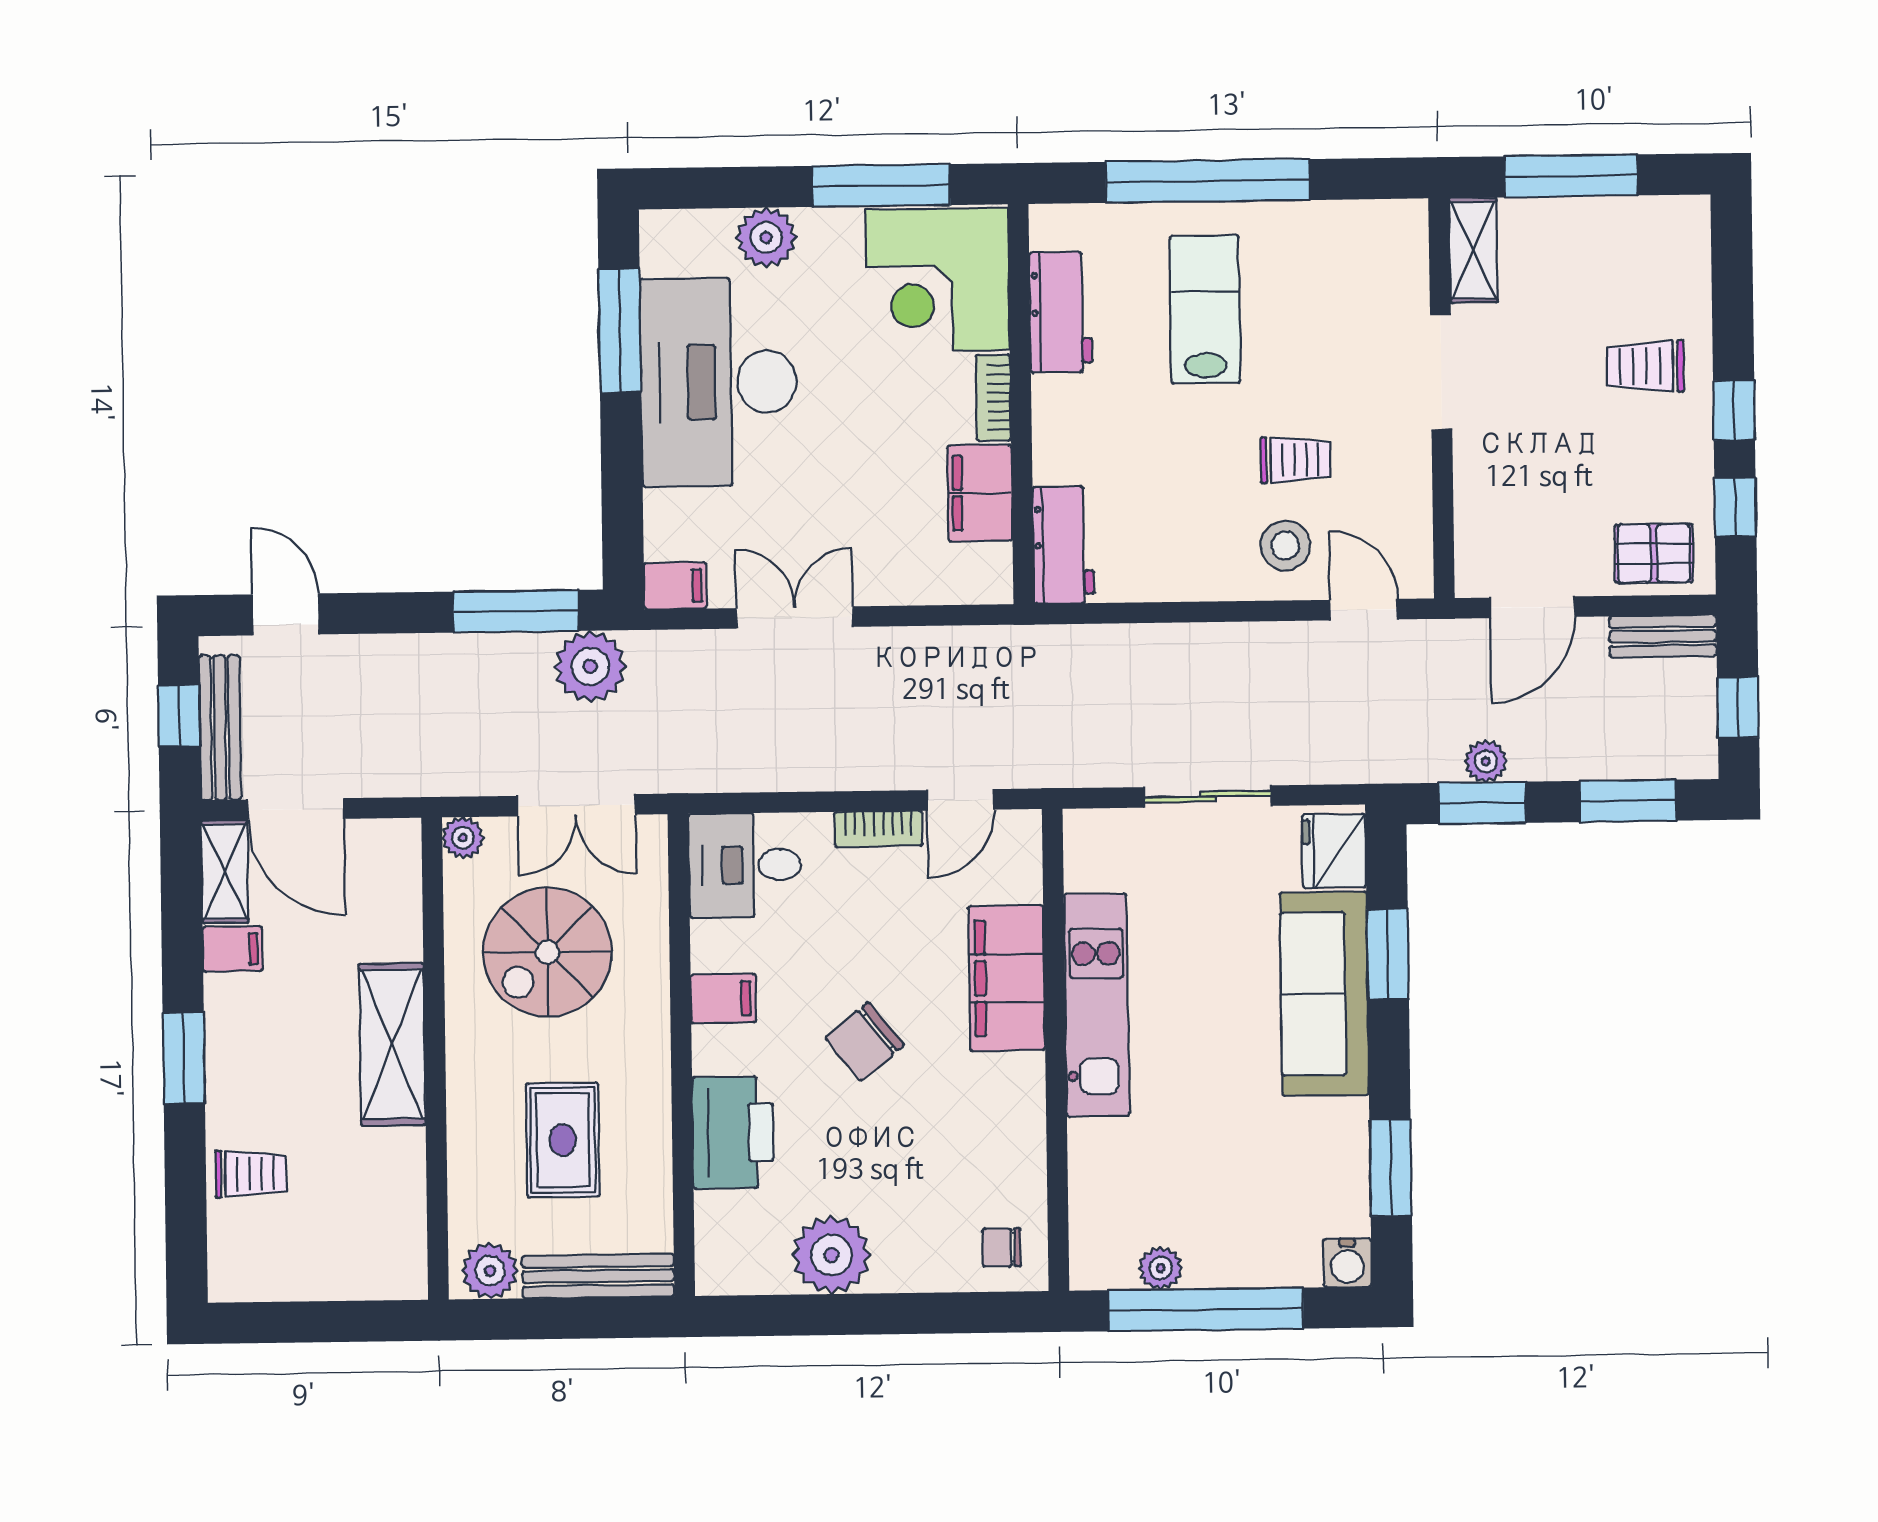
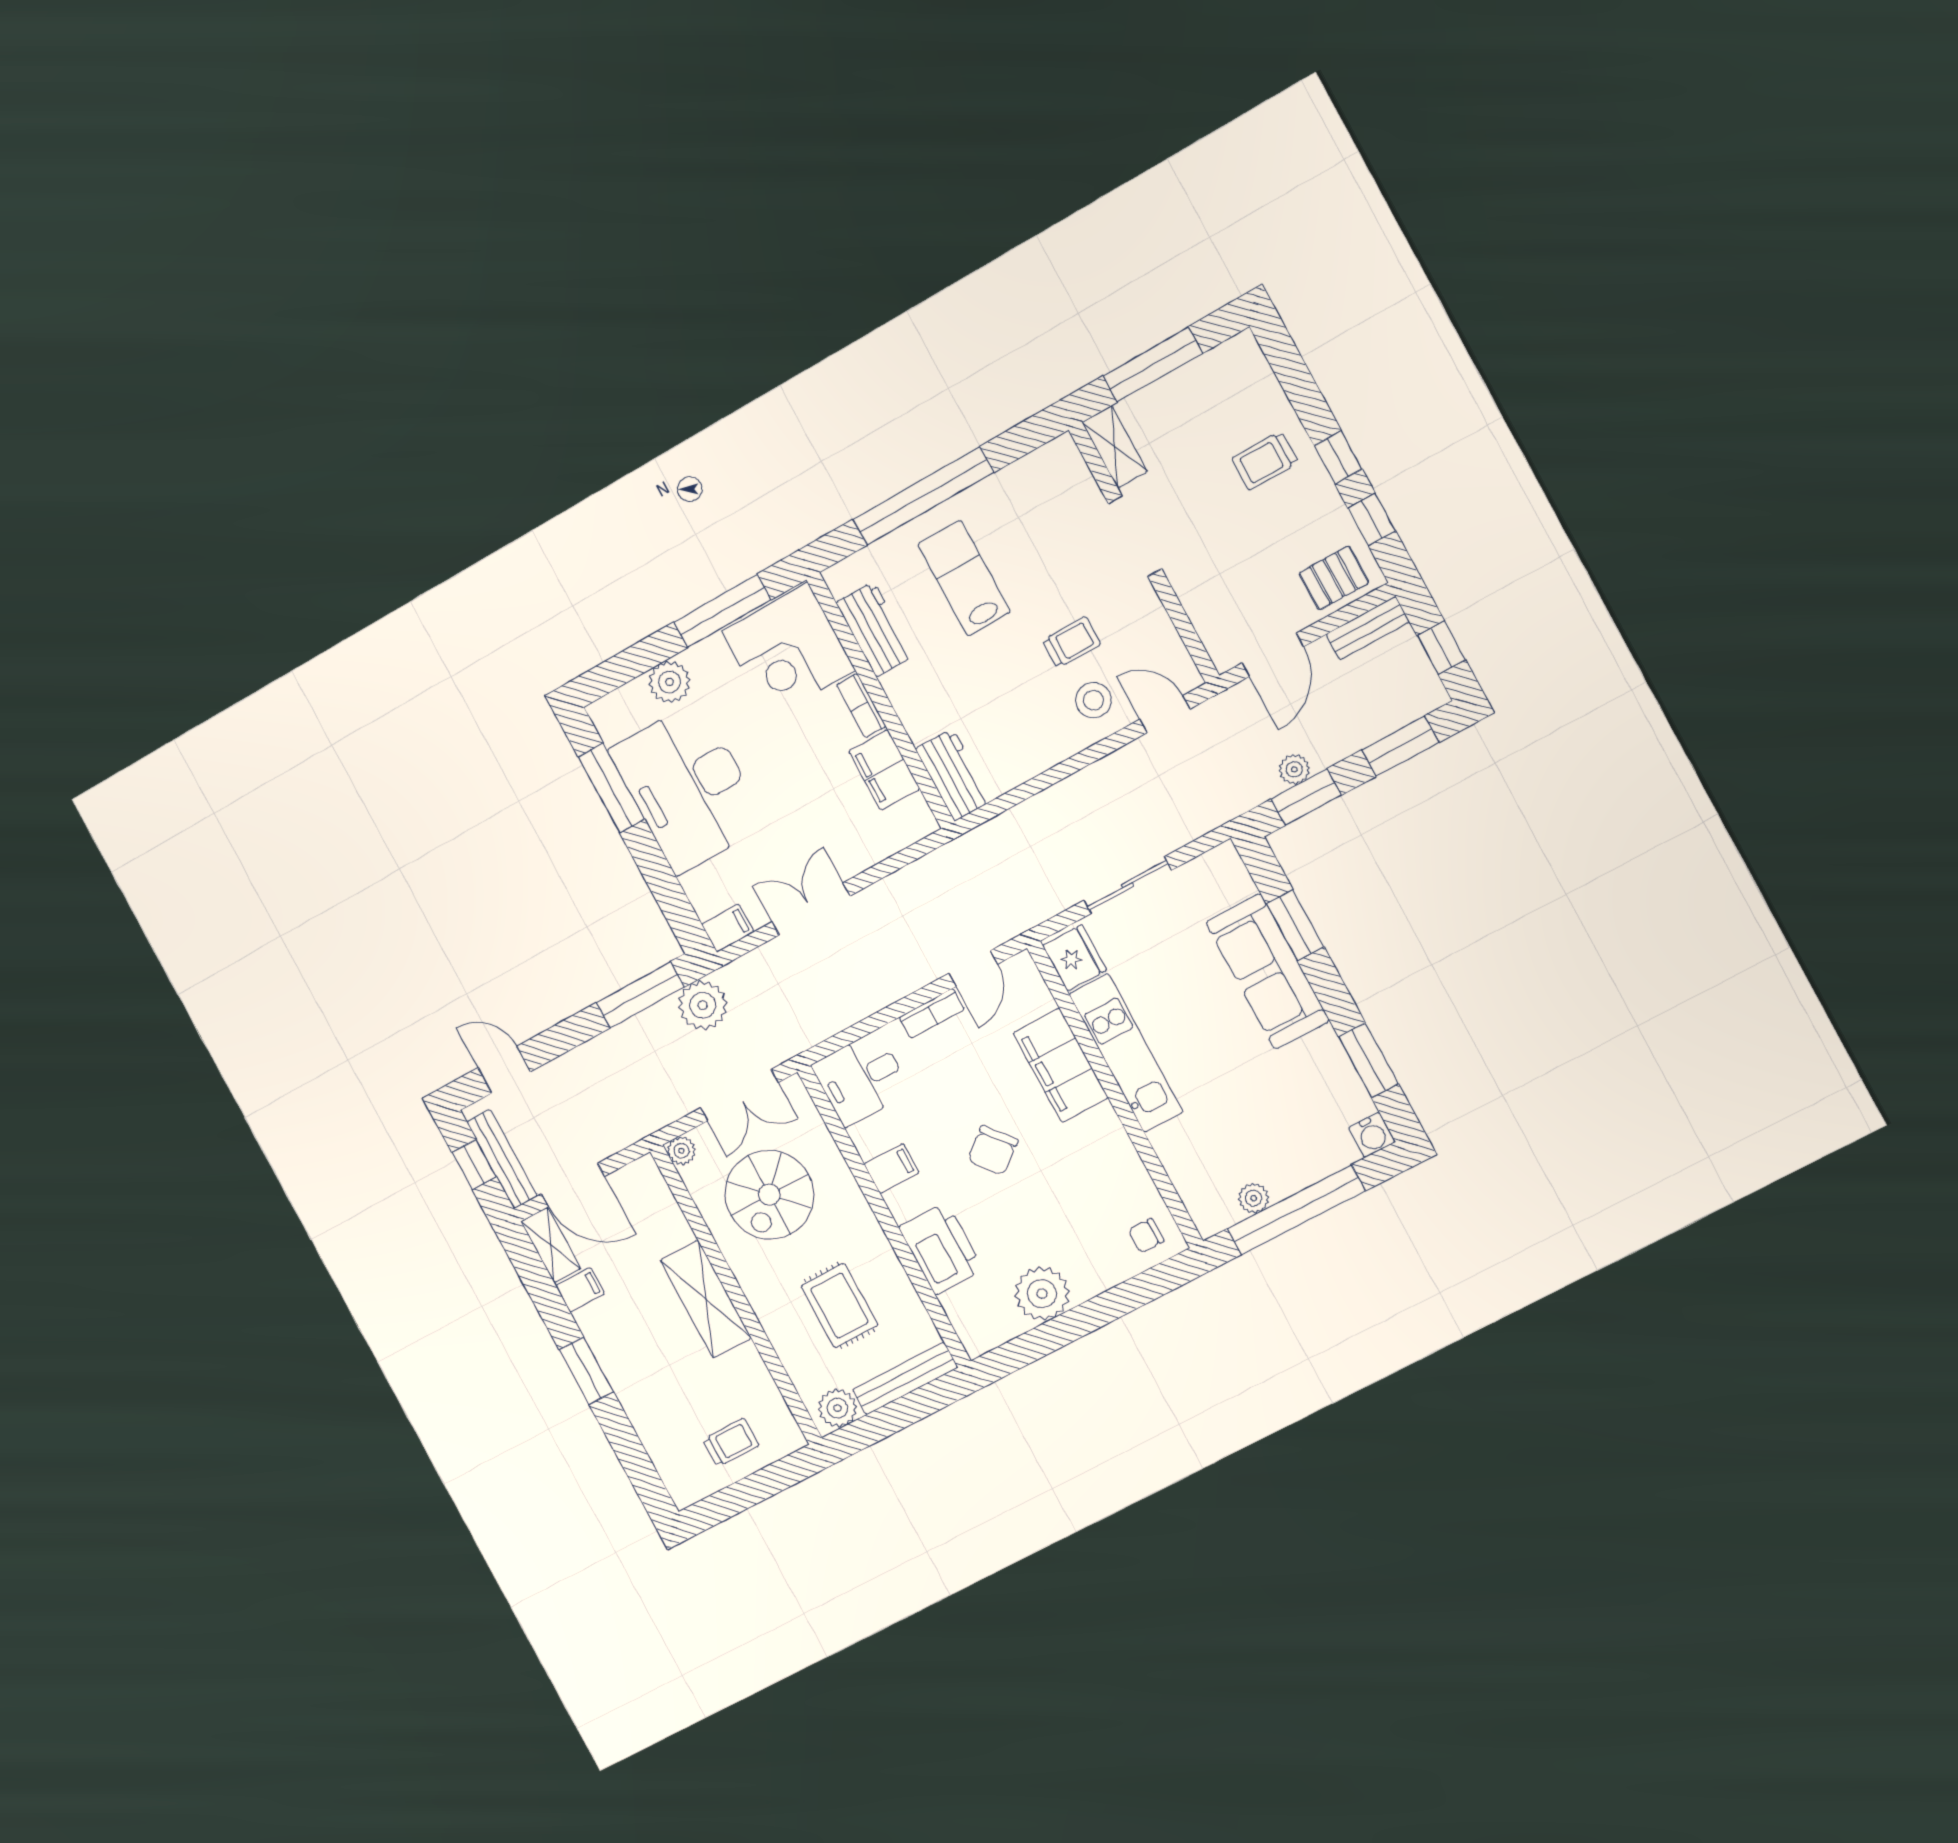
fridge: (1334, 851) -> (1075, 958), moved, turned 180
trolley: (251, 1174) -> (731, 1443), moved

